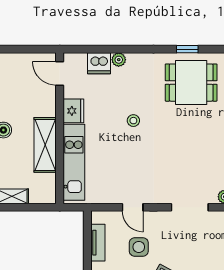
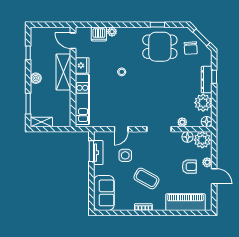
shelving: (45, 145) -> (63, 72), moved
door: (133, 207) -> (121, 129), hinge flipped
window: (87, 241) -> (91, 151), added

